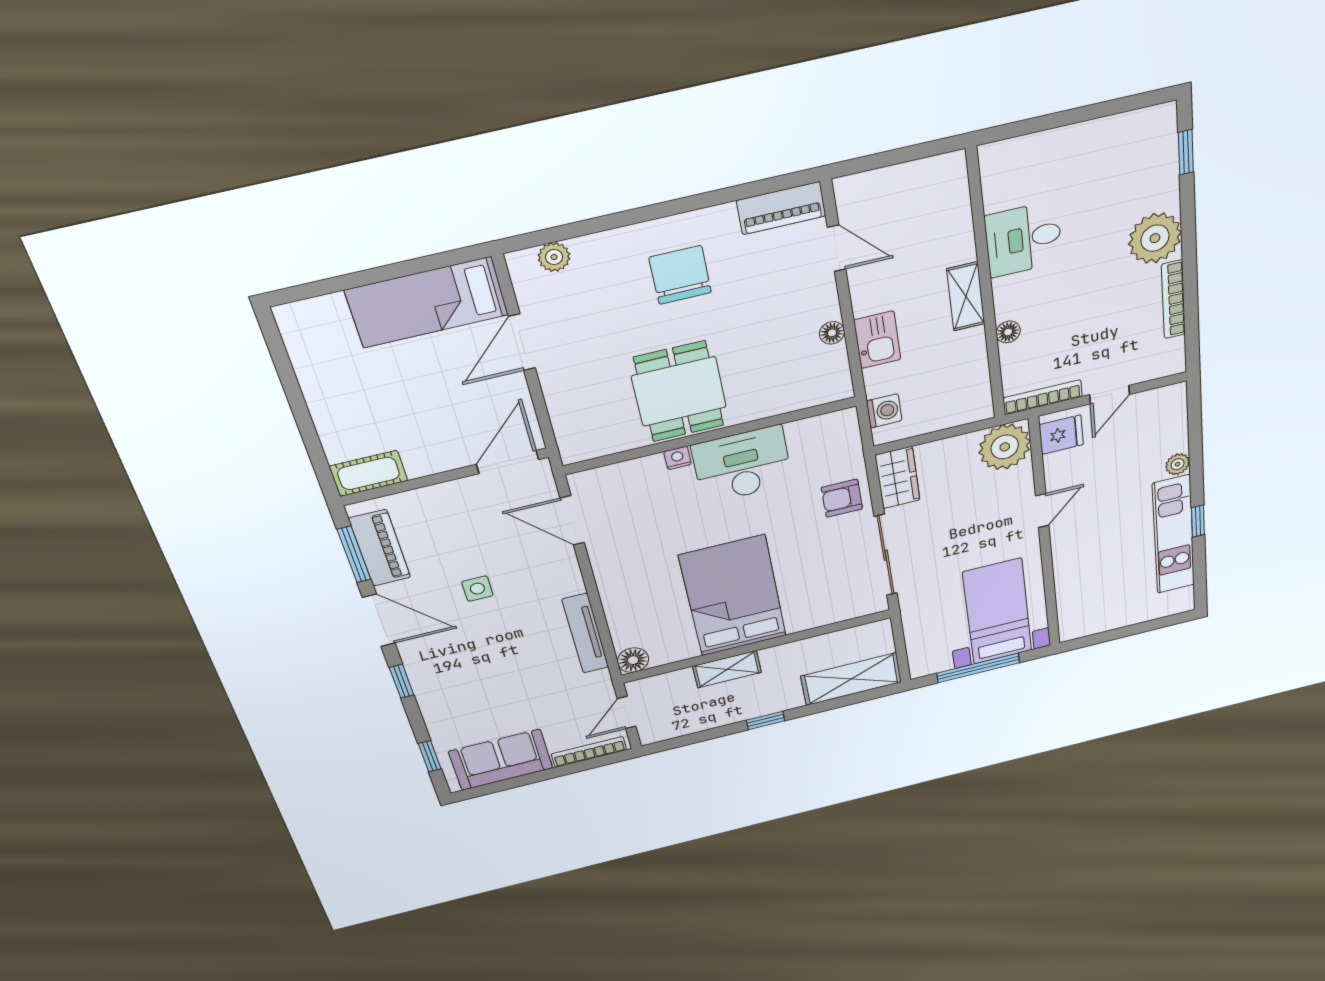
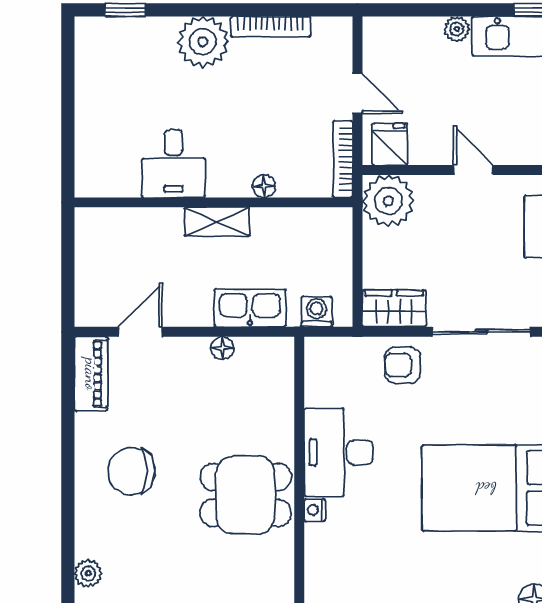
kitchen sink: (877, 340) -> (250, 308), width x1.38
armchair: (842, 498) -> (402, 365), turned 90

